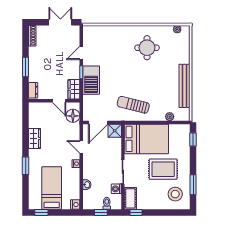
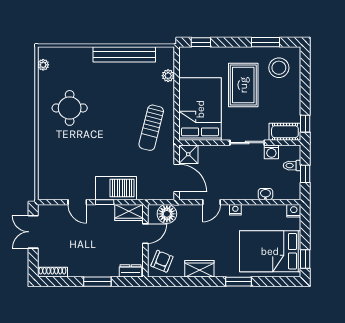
armchair: (40, 112) -> (162, 261), added
bed: (52, 188) -> (270, 251), width x1.50

